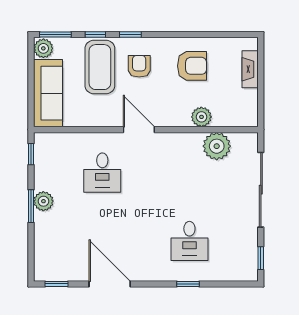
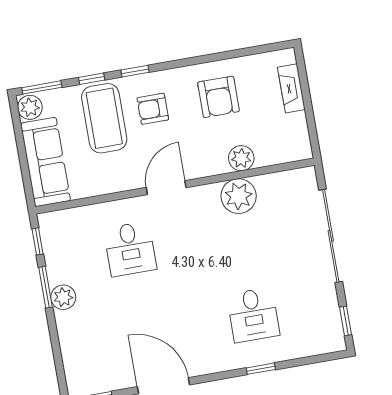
armchair: (139, 66) -> (153, 109), turned -90
armchair: (192, 66) -> (218, 97), turned 90
door: (139, 130) -> (166, 188), hinge flipped
plant: (217, 146) -> (239, 196), moved
window: (31, 206) -> (45, 287), moved

